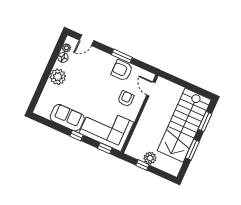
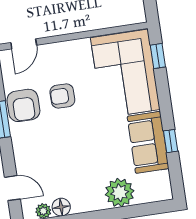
plant: (58, 77) -> (120, 193), moved
armchair: (126, 99) -> (62, 96), moved
window: (77, 136) -> (171, 141), moved

